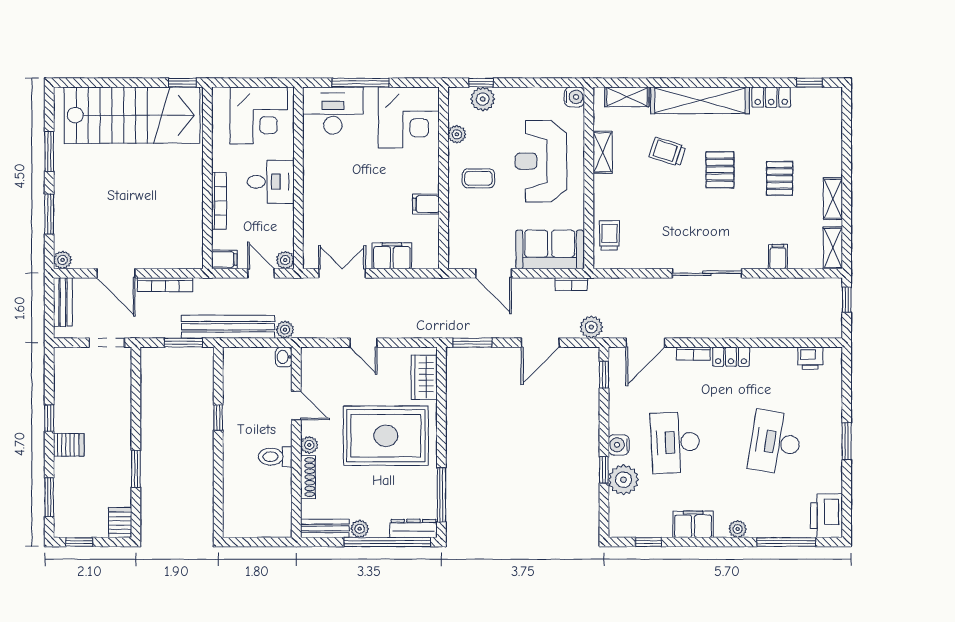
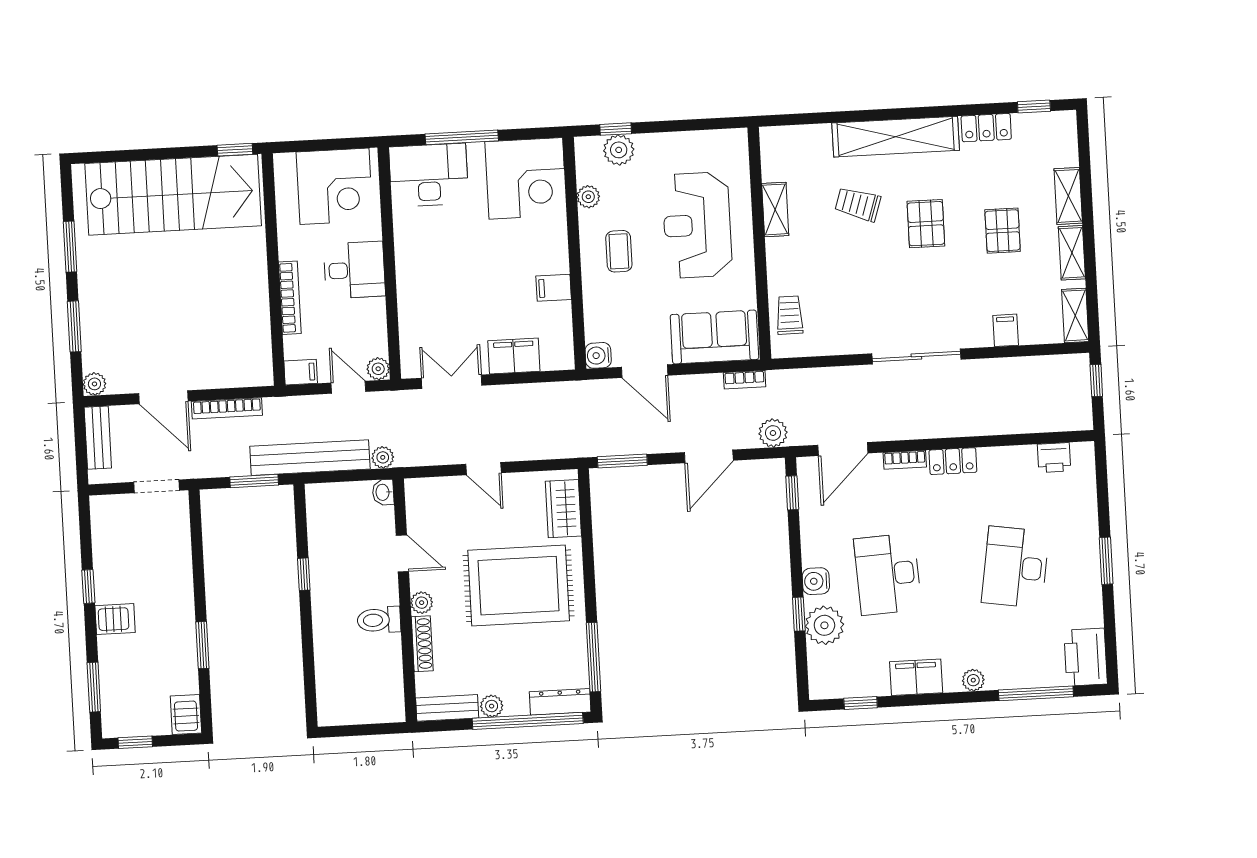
water cooler: (574, 97) -> (598, 355), moved, turned 180
shelving: (627, 97) -> (1068, 196), moved, turned 90
coffee table: (479, 178) -> (619, 251), turned 90

